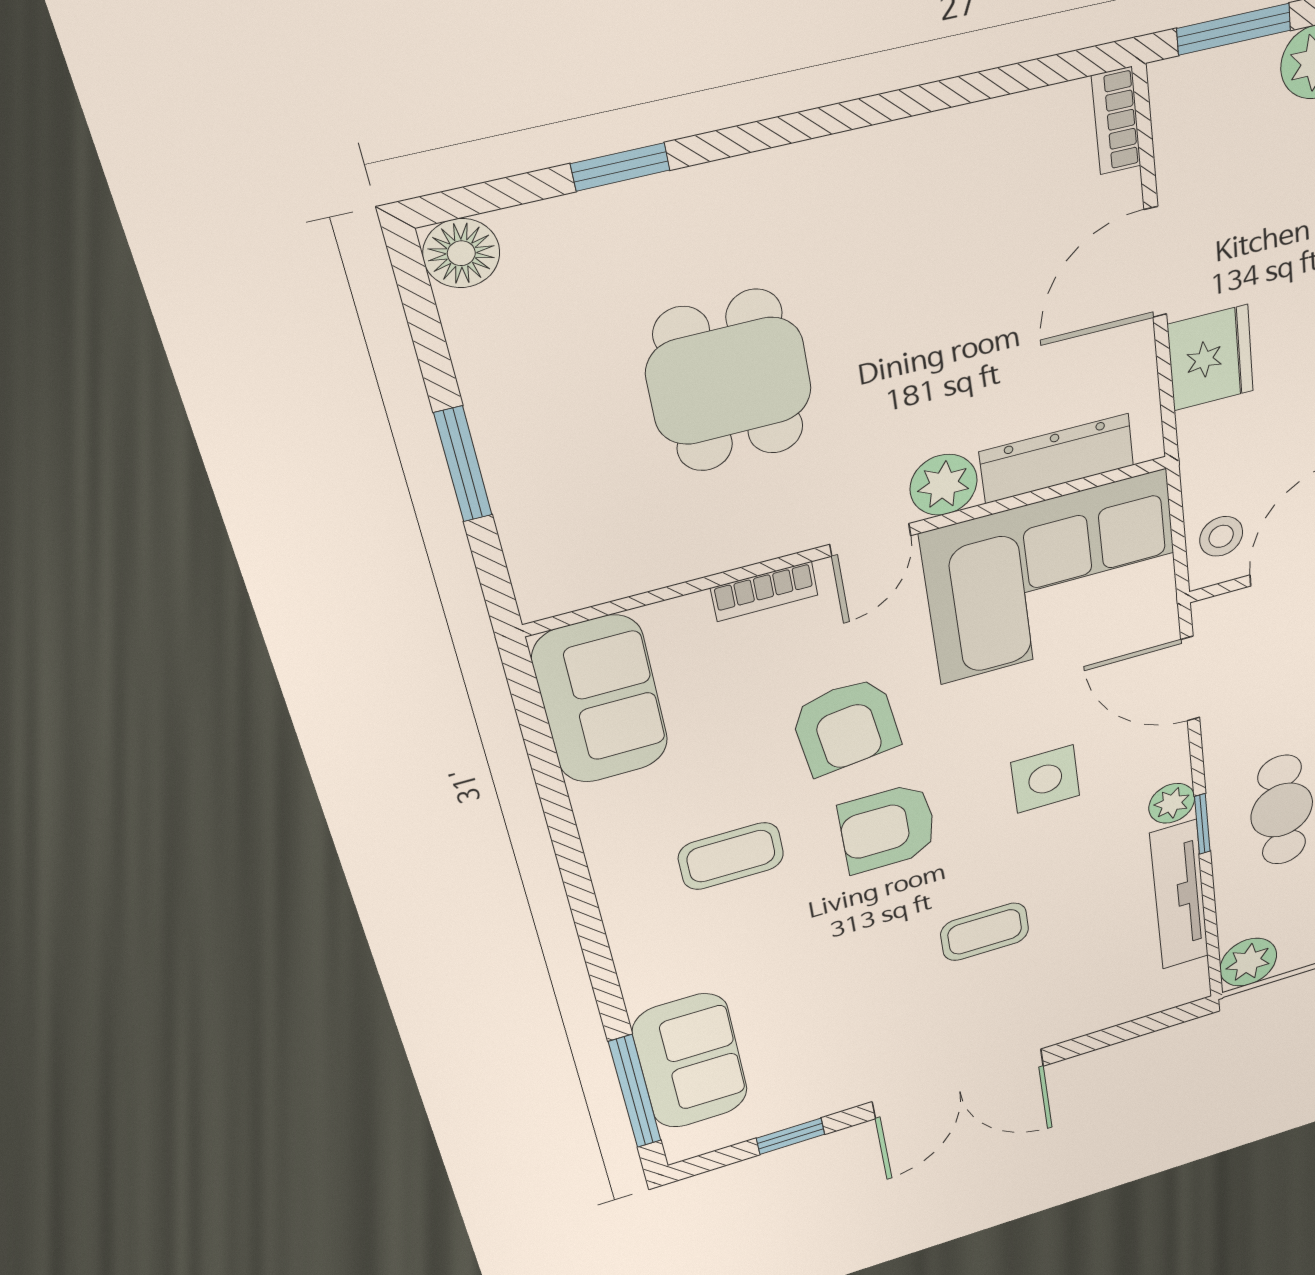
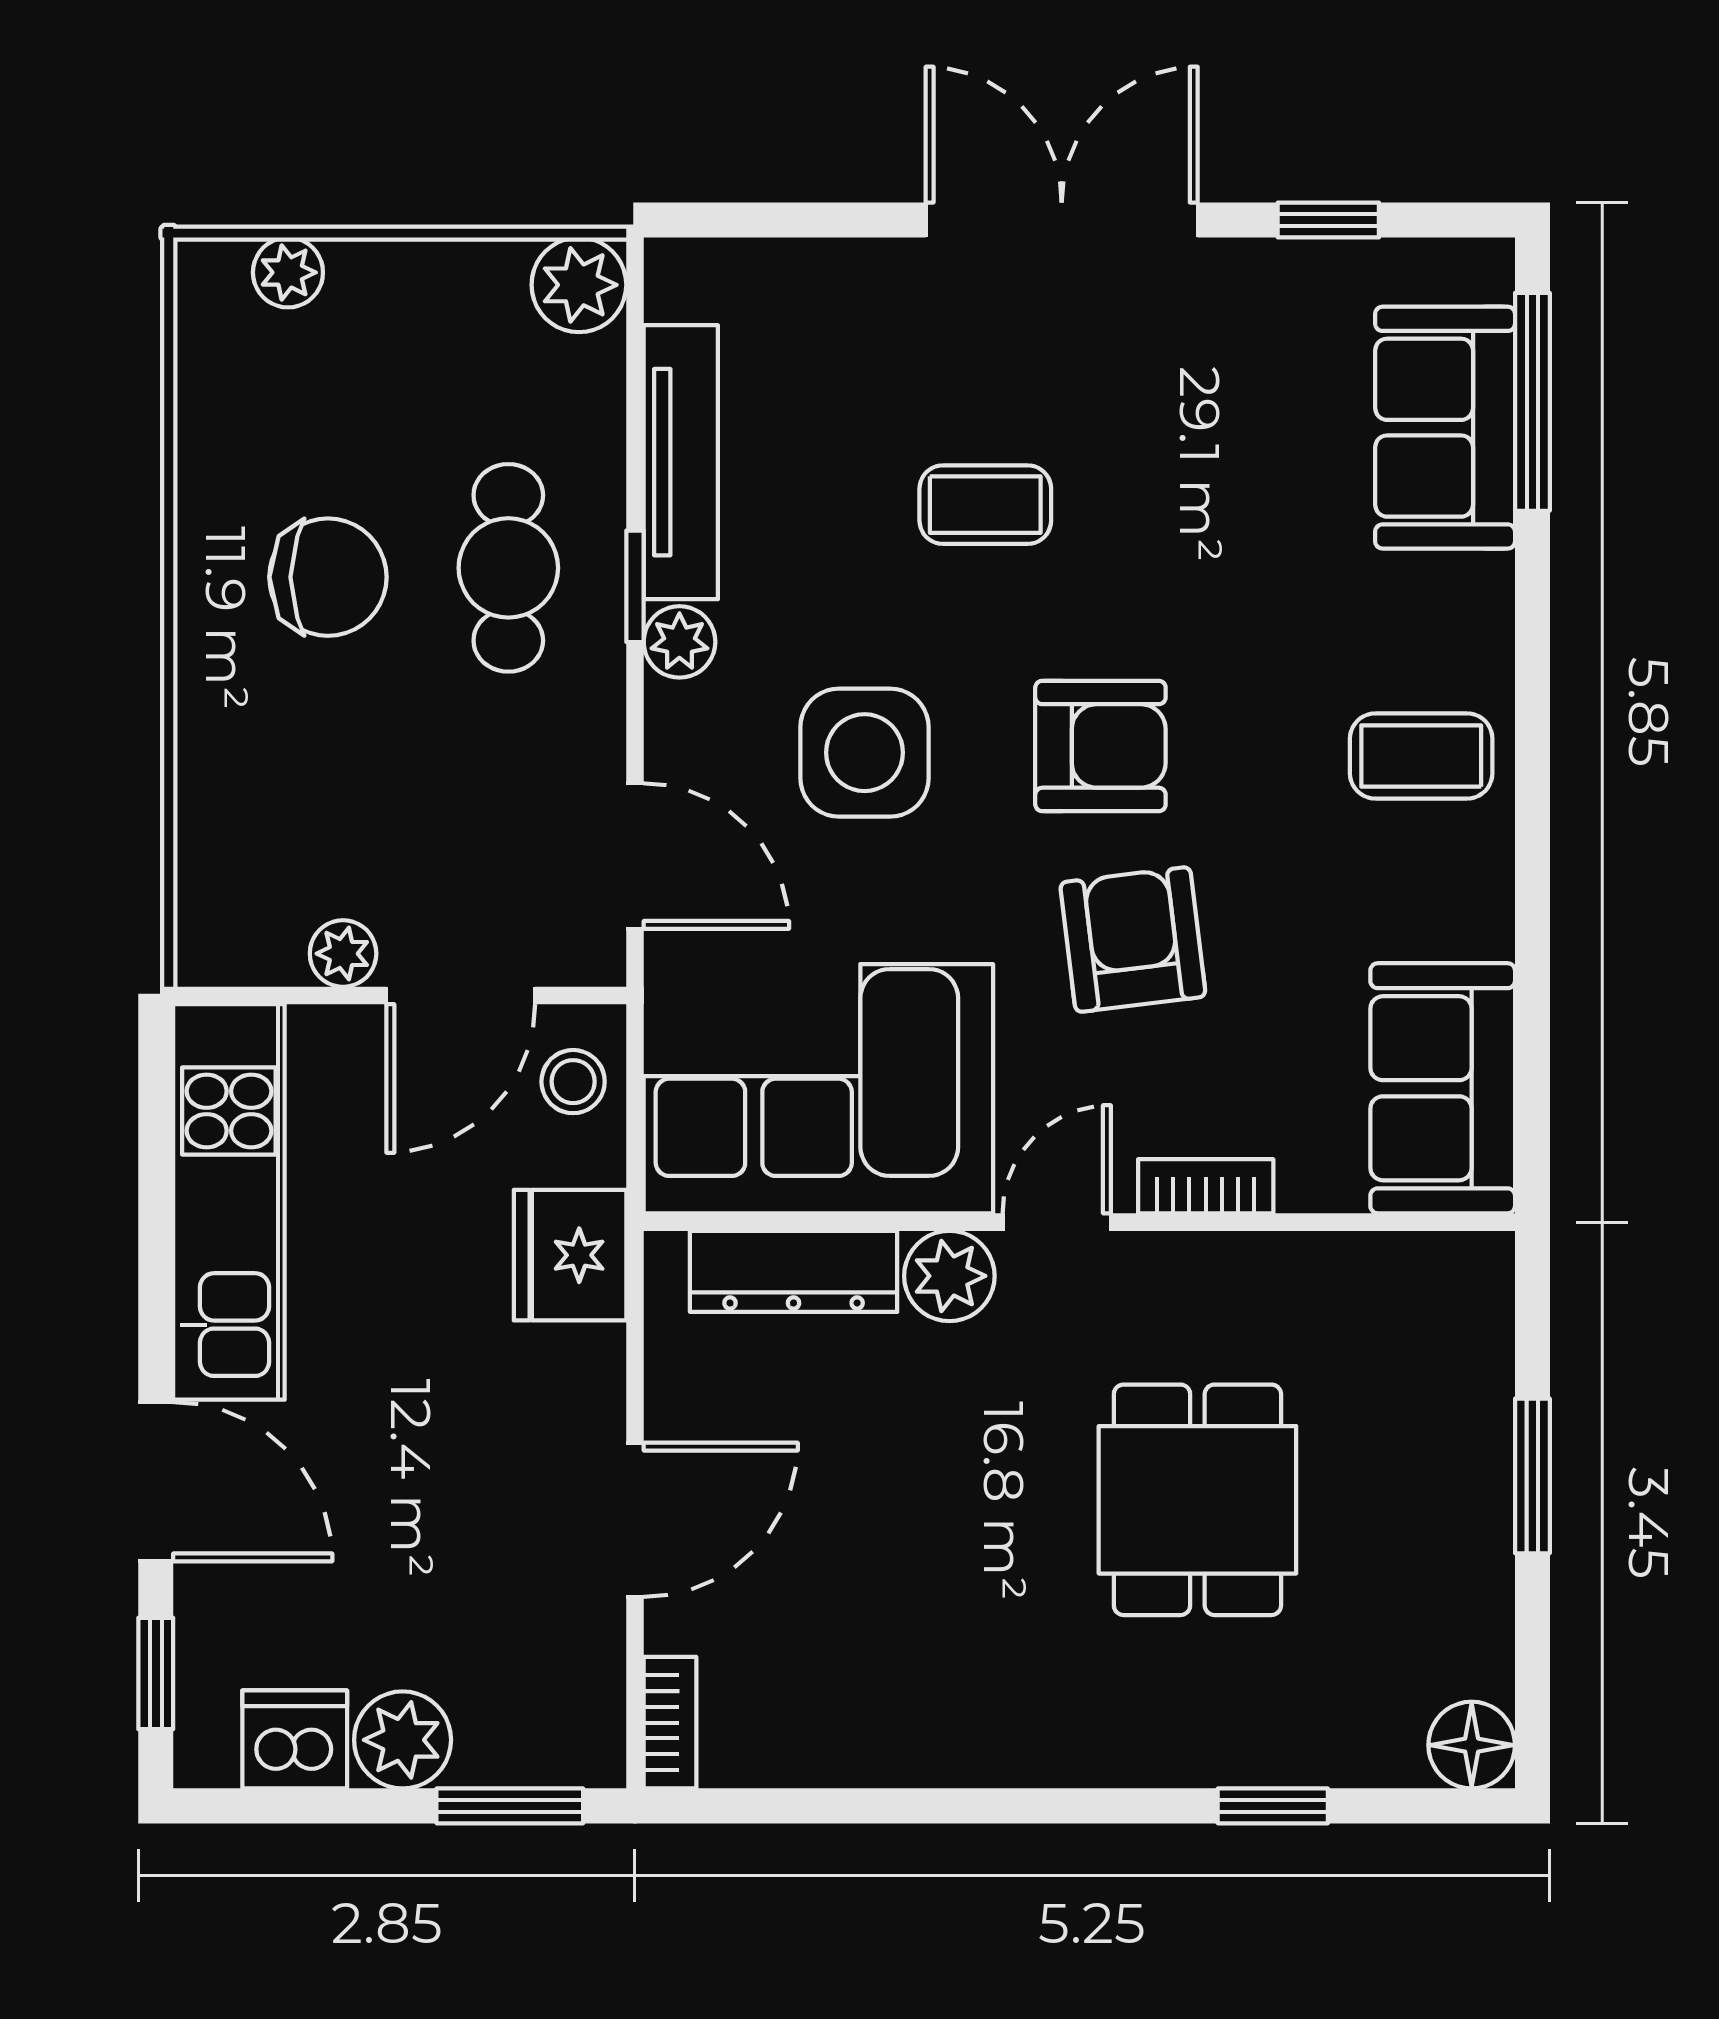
fridge: (1211, 358) -> (570, 1255), moved
side table: (1045, 779) -> (865, 753), width x1.37, depth x1.37
coffee table: (731, 856) -> (1421, 756), moved

